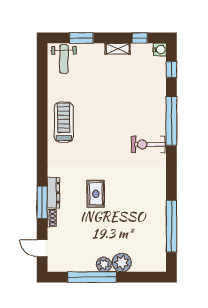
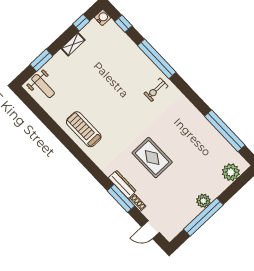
exercise bike: (148, 144) -> (156, 90), width x0.73, depth x0.72
rug: (96, 194) -> (152, 158), width x1.36, depth x1.43
plant: (122, 262) -> (231, 172), moved

